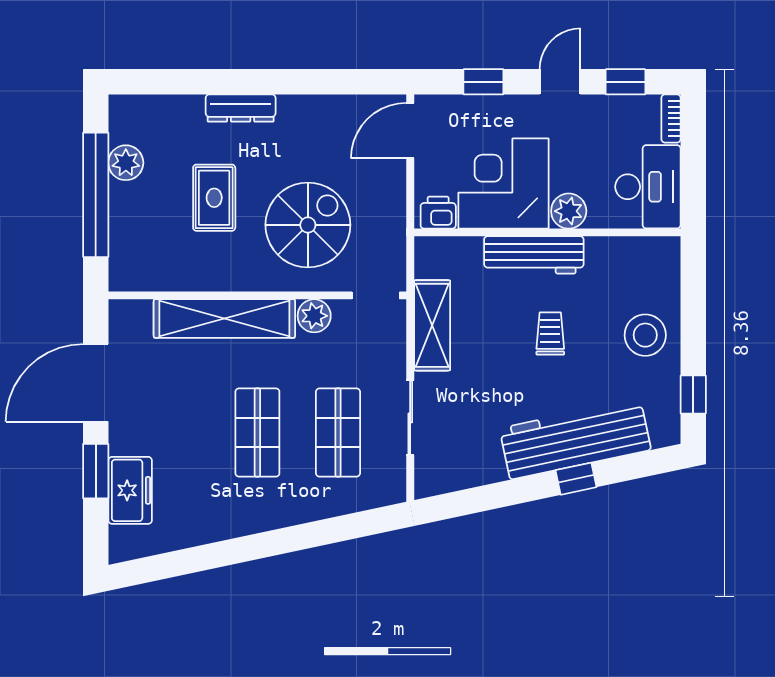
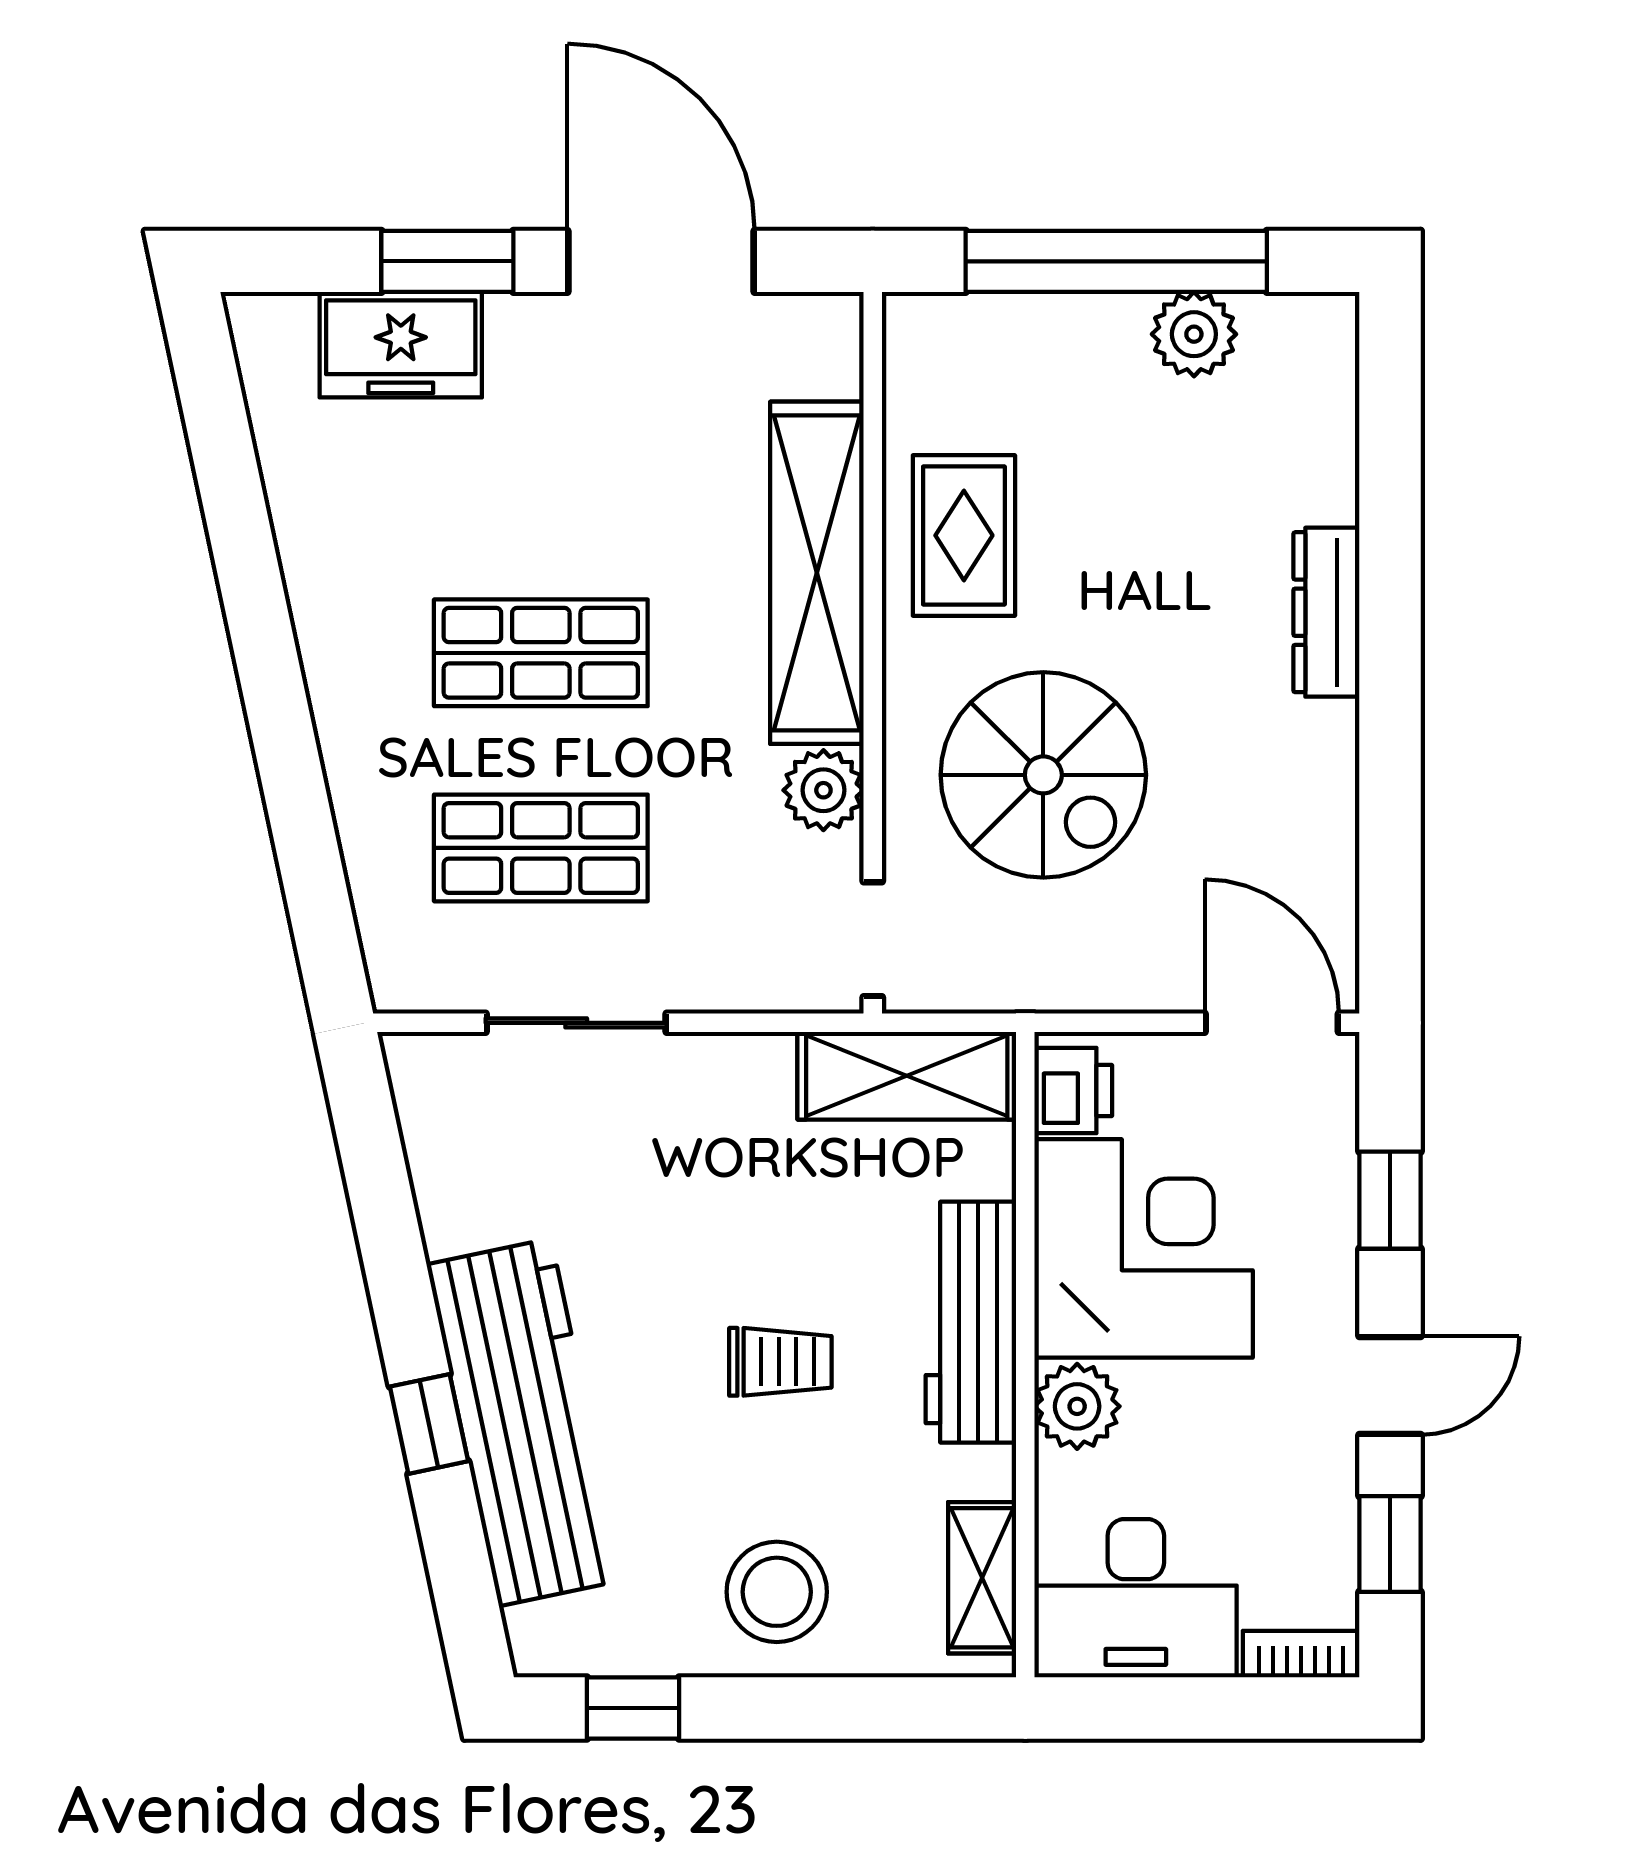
door: (560, 82) -> (1390, 1386), hinge flipped
rug: (214, 198) -> (964, 535), moved, turned 90
shelving: (639, 250) -> (982, 1578), added
shelving: (432, 325) -> (907, 1076), moved

